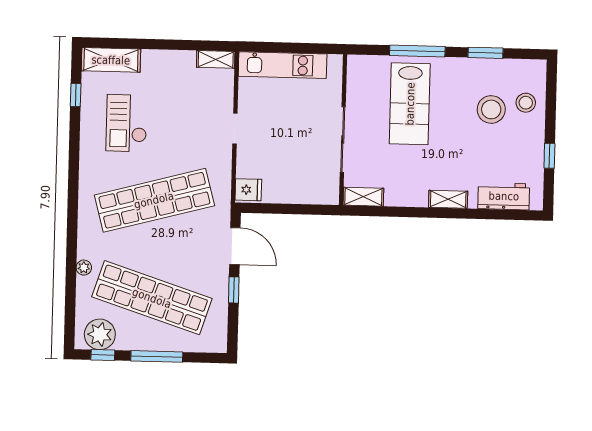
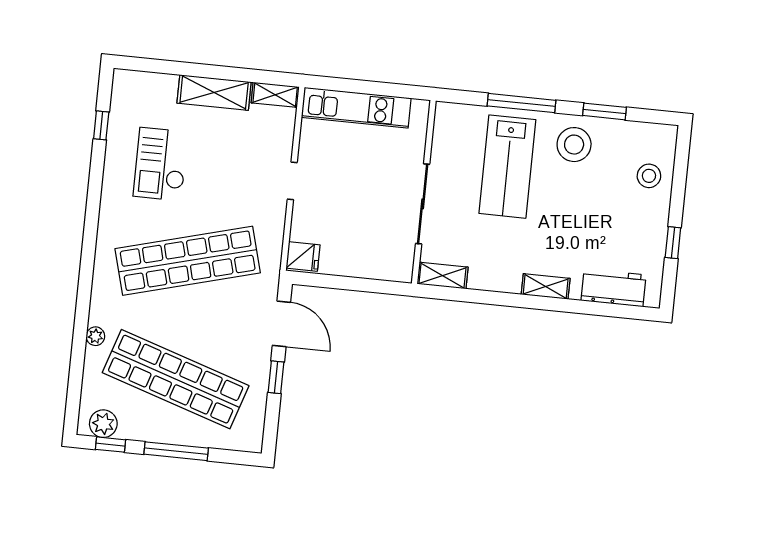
shelving: (111, 60) -> (214, 92), moved
stool: (491, 109) -> (574, 145), moved
plant: (100, 334) -> (103, 424), width x0.73, depth x0.73

